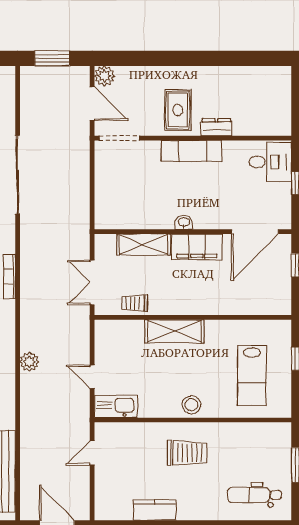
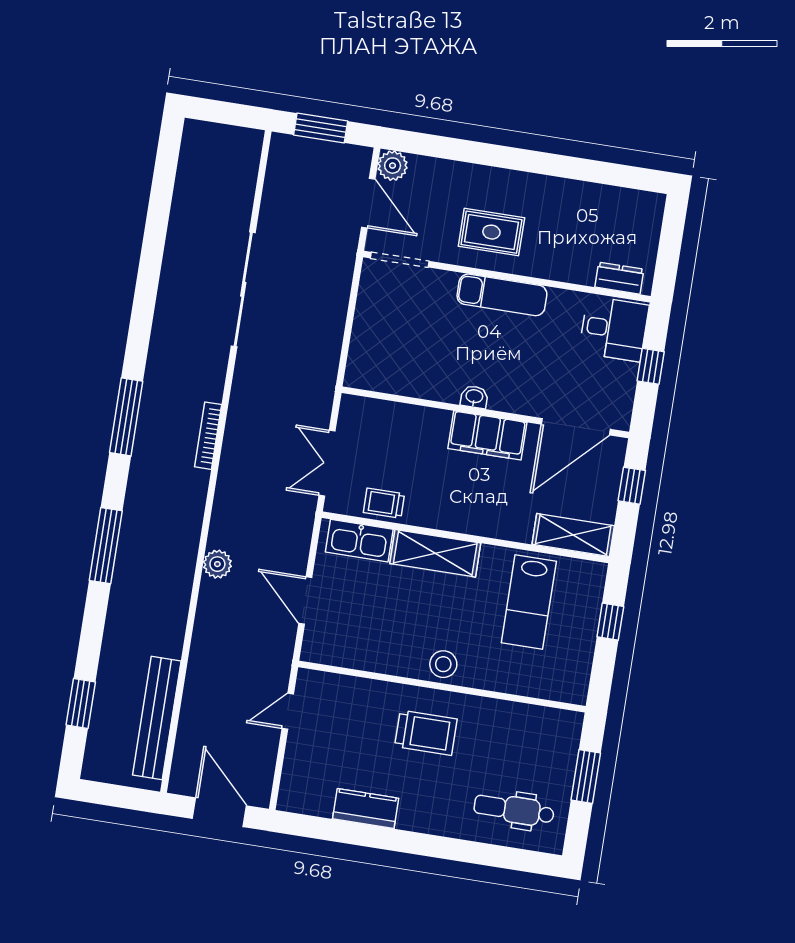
rug: (178, 110) -> (491, 232), turned 90
dresser: (216, 127) -> (619, 278), moved
shelving: (144, 244) -> (573, 535), moved
lab bench: (252, 376) -> (529, 602), moved
door: (92, 377) -> (305, 600), width x1.38
kitchen sink: (116, 406) -> (359, 541), moved, turned 180

